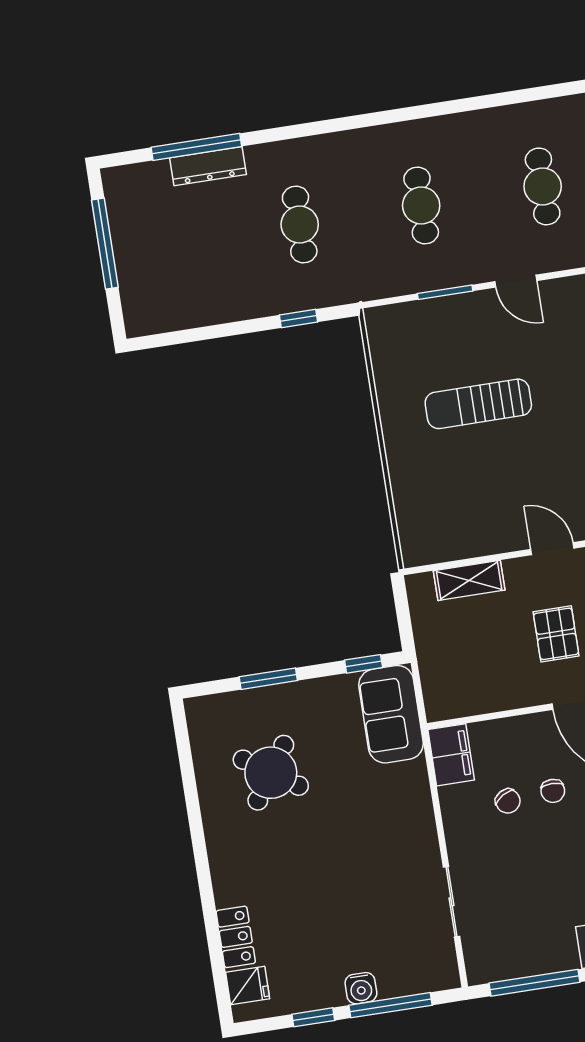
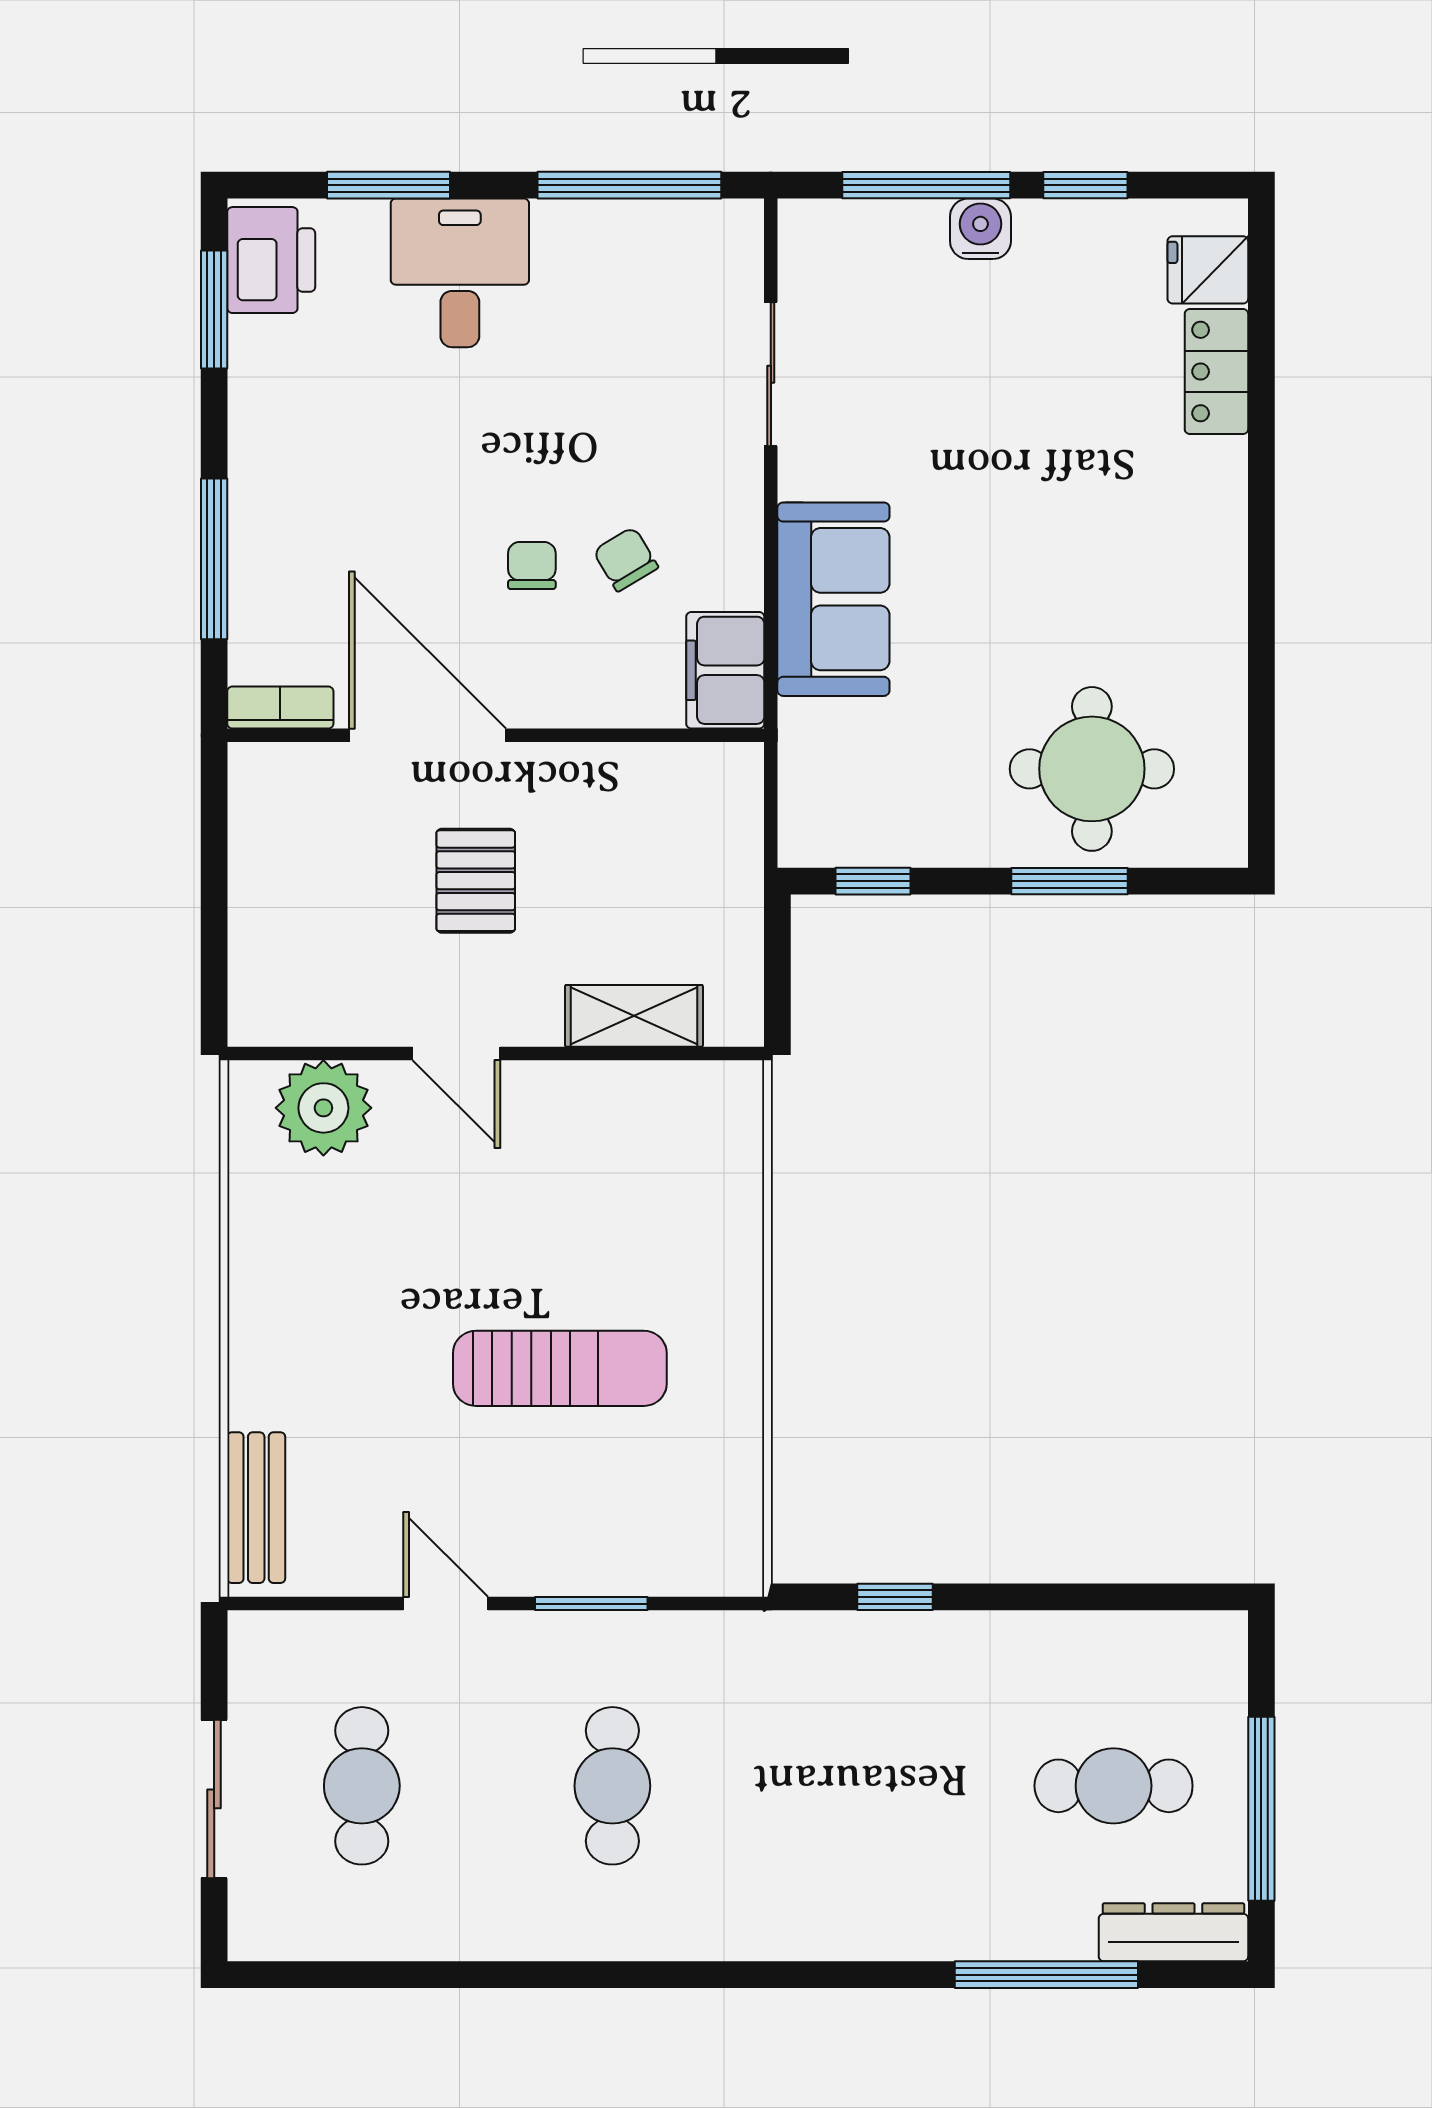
dresser: (208, 166) -> (1173, 1932), moved
cafe table: (300, 225) -> (1114, 1786), moved, turned 90
sofa: (391, 714) -> (833, 599), moved
round table: (271, 773) -> (1092, 769), moved, turned -34

